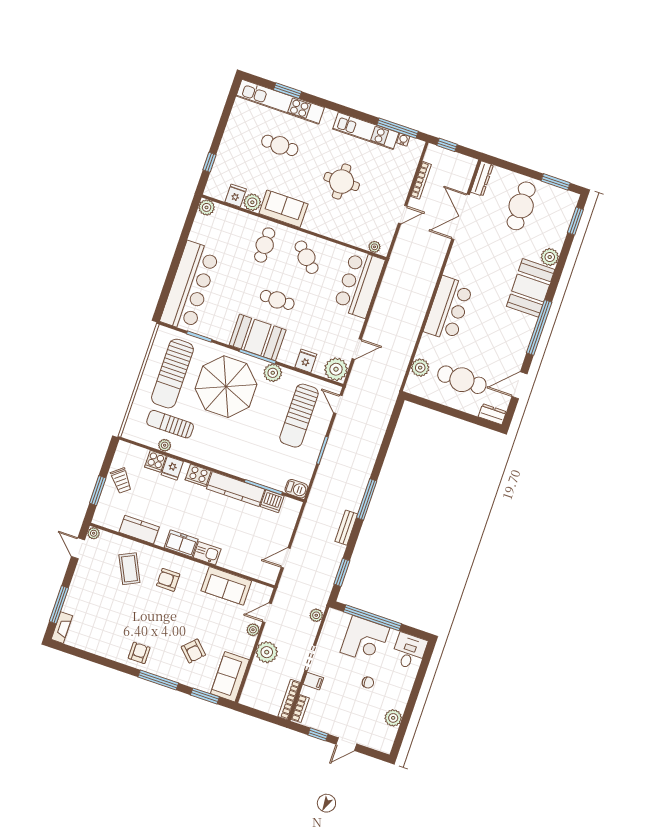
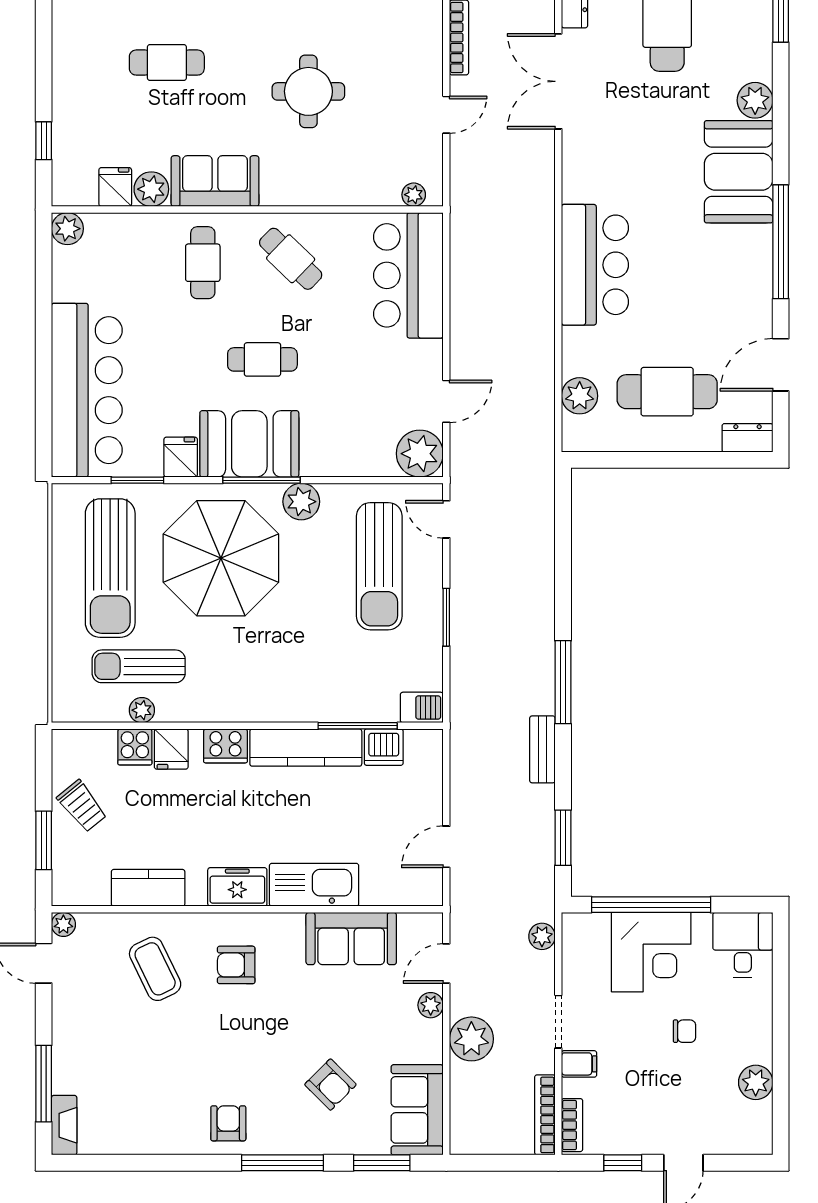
fridge: (306, 361) -> (181, 457), moved
kitchen sink: (207, 553) -> (314, 885), width x1.88, depth x1.24

